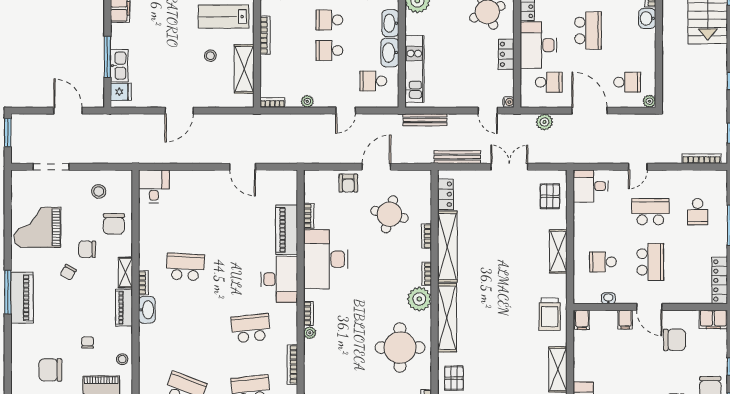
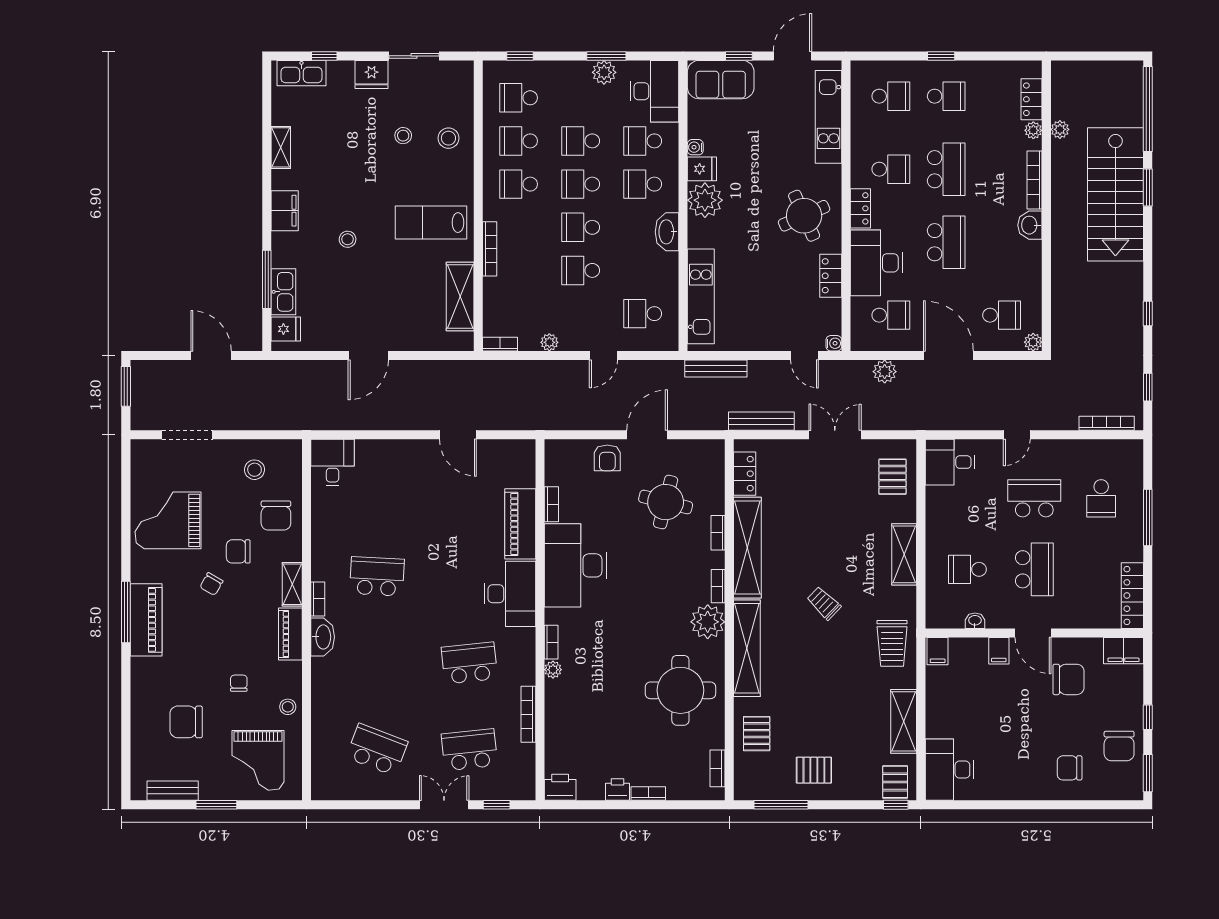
washbasin: (390, 52) -> (666, 273), removed
stool: (210, 56) -> (348, 239), moved
trolley: (501, 286) -> (824, 603), added

